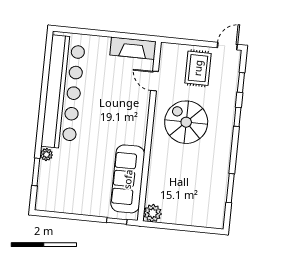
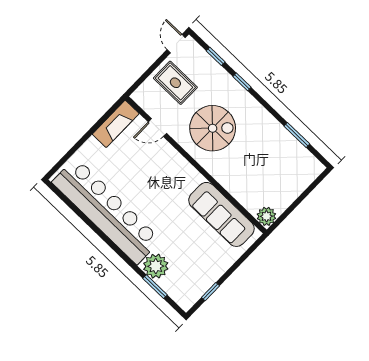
spiral stairs: (186, 122) -> (213, 128), turned 180
plant: (46, 154) -> (156, 266), width x1.88, depth x1.88
window: (117, 221) -> (210, 292), moved

